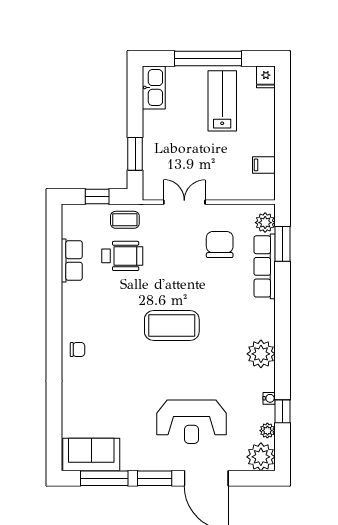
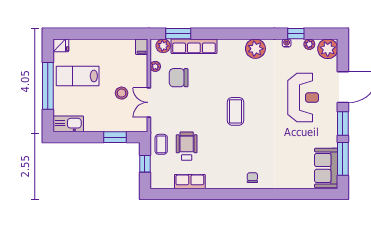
stool: (198, 163) -> (122, 93), added
filing cabinet: (264, 165) -> (142, 47), moved
plant: (236, 211) -> (155, 66), added
coffee table: (172, 326) -> (236, 111), width x0.73, depth x0.76

